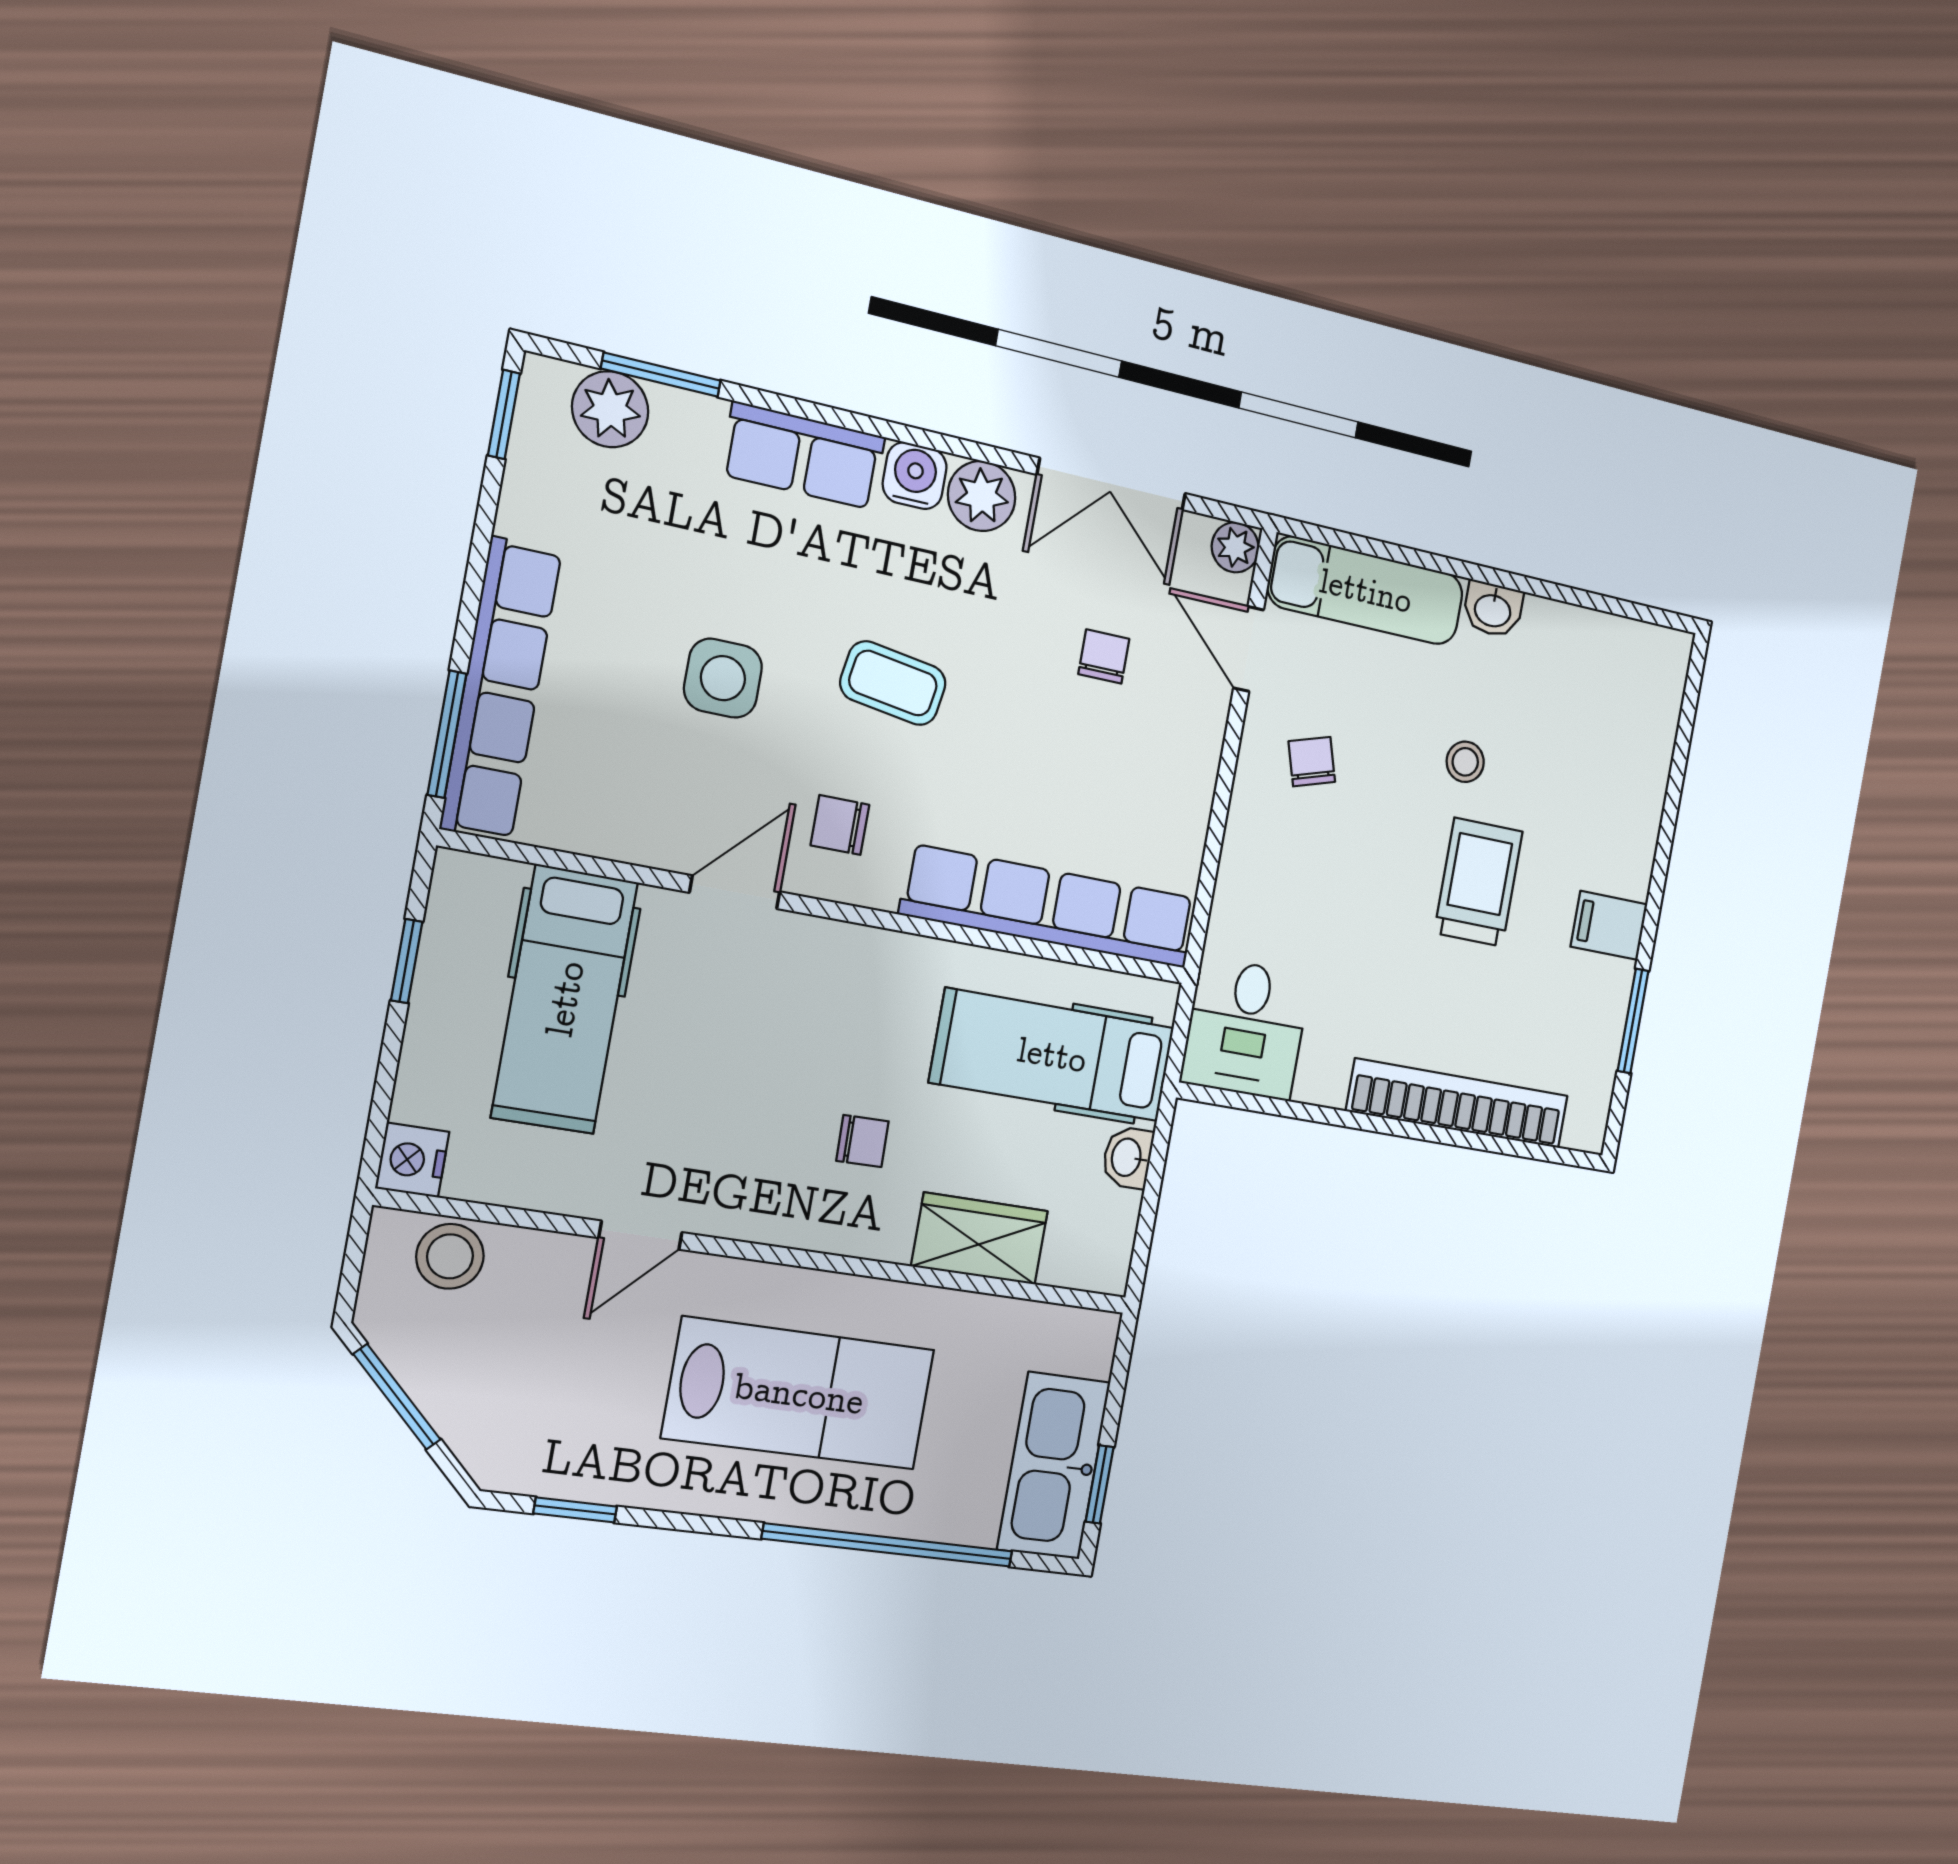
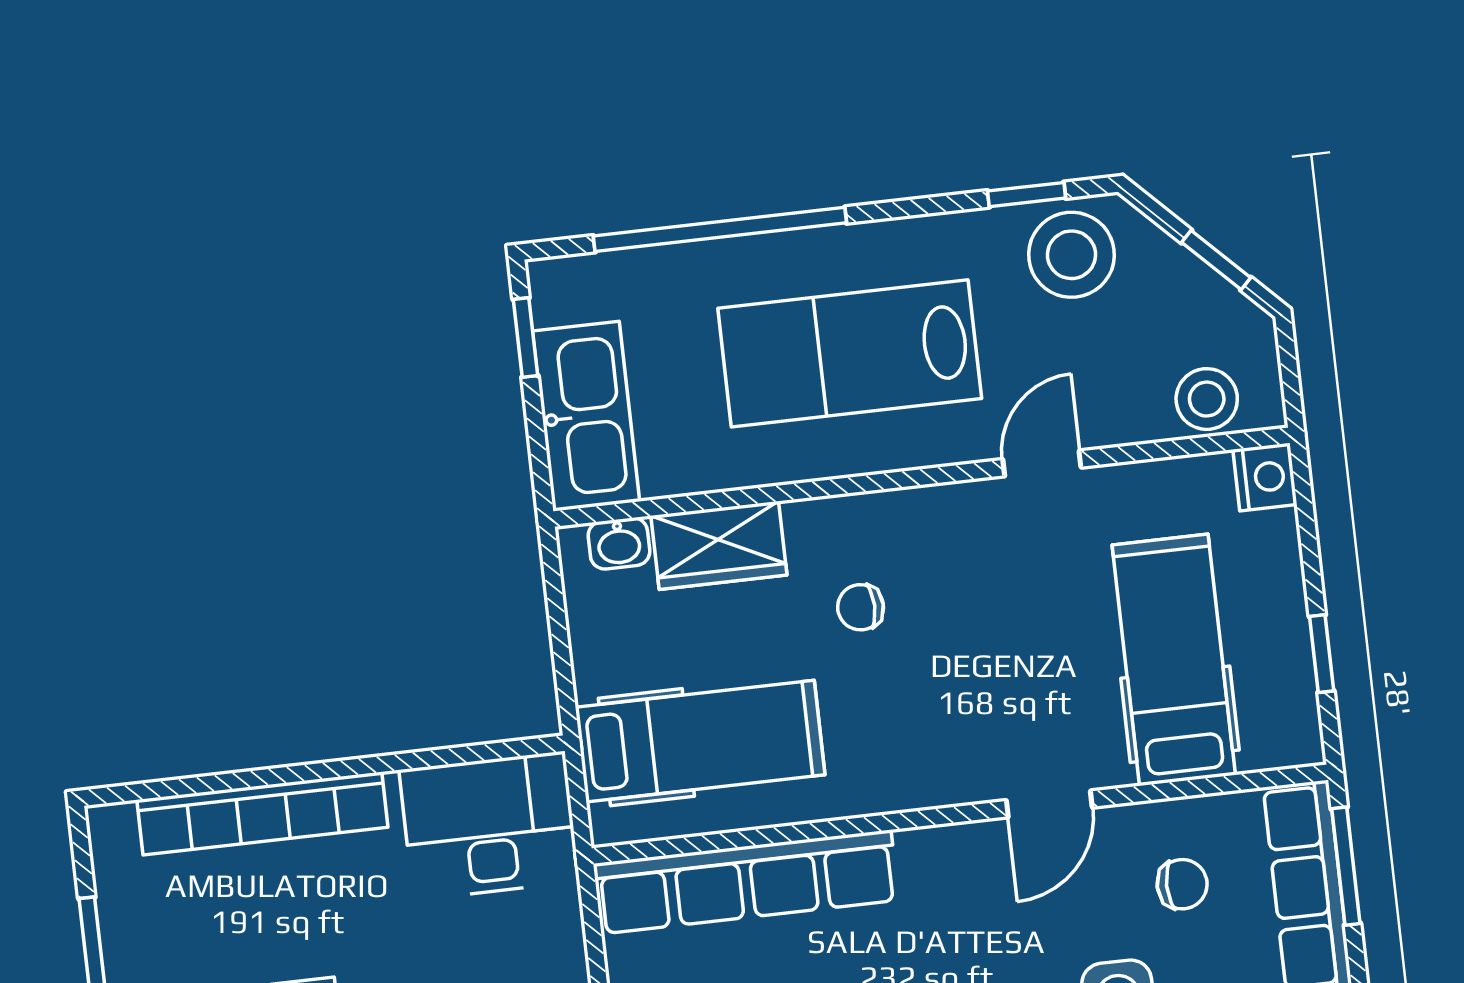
chair: (840, 825) -> (1182, 884), moved
desk: (1246, 1029) -> (489, 826), width x1.37
washbasin: (1128, 1157) -> (619, 543), moved, turned 90
window: (397, 1397) -> (1216, 260), width x0.67
stool: (547, 1438) -> (1072, 255), added
kitchen sink: (1054, 1466) -> (586, 416), moved

